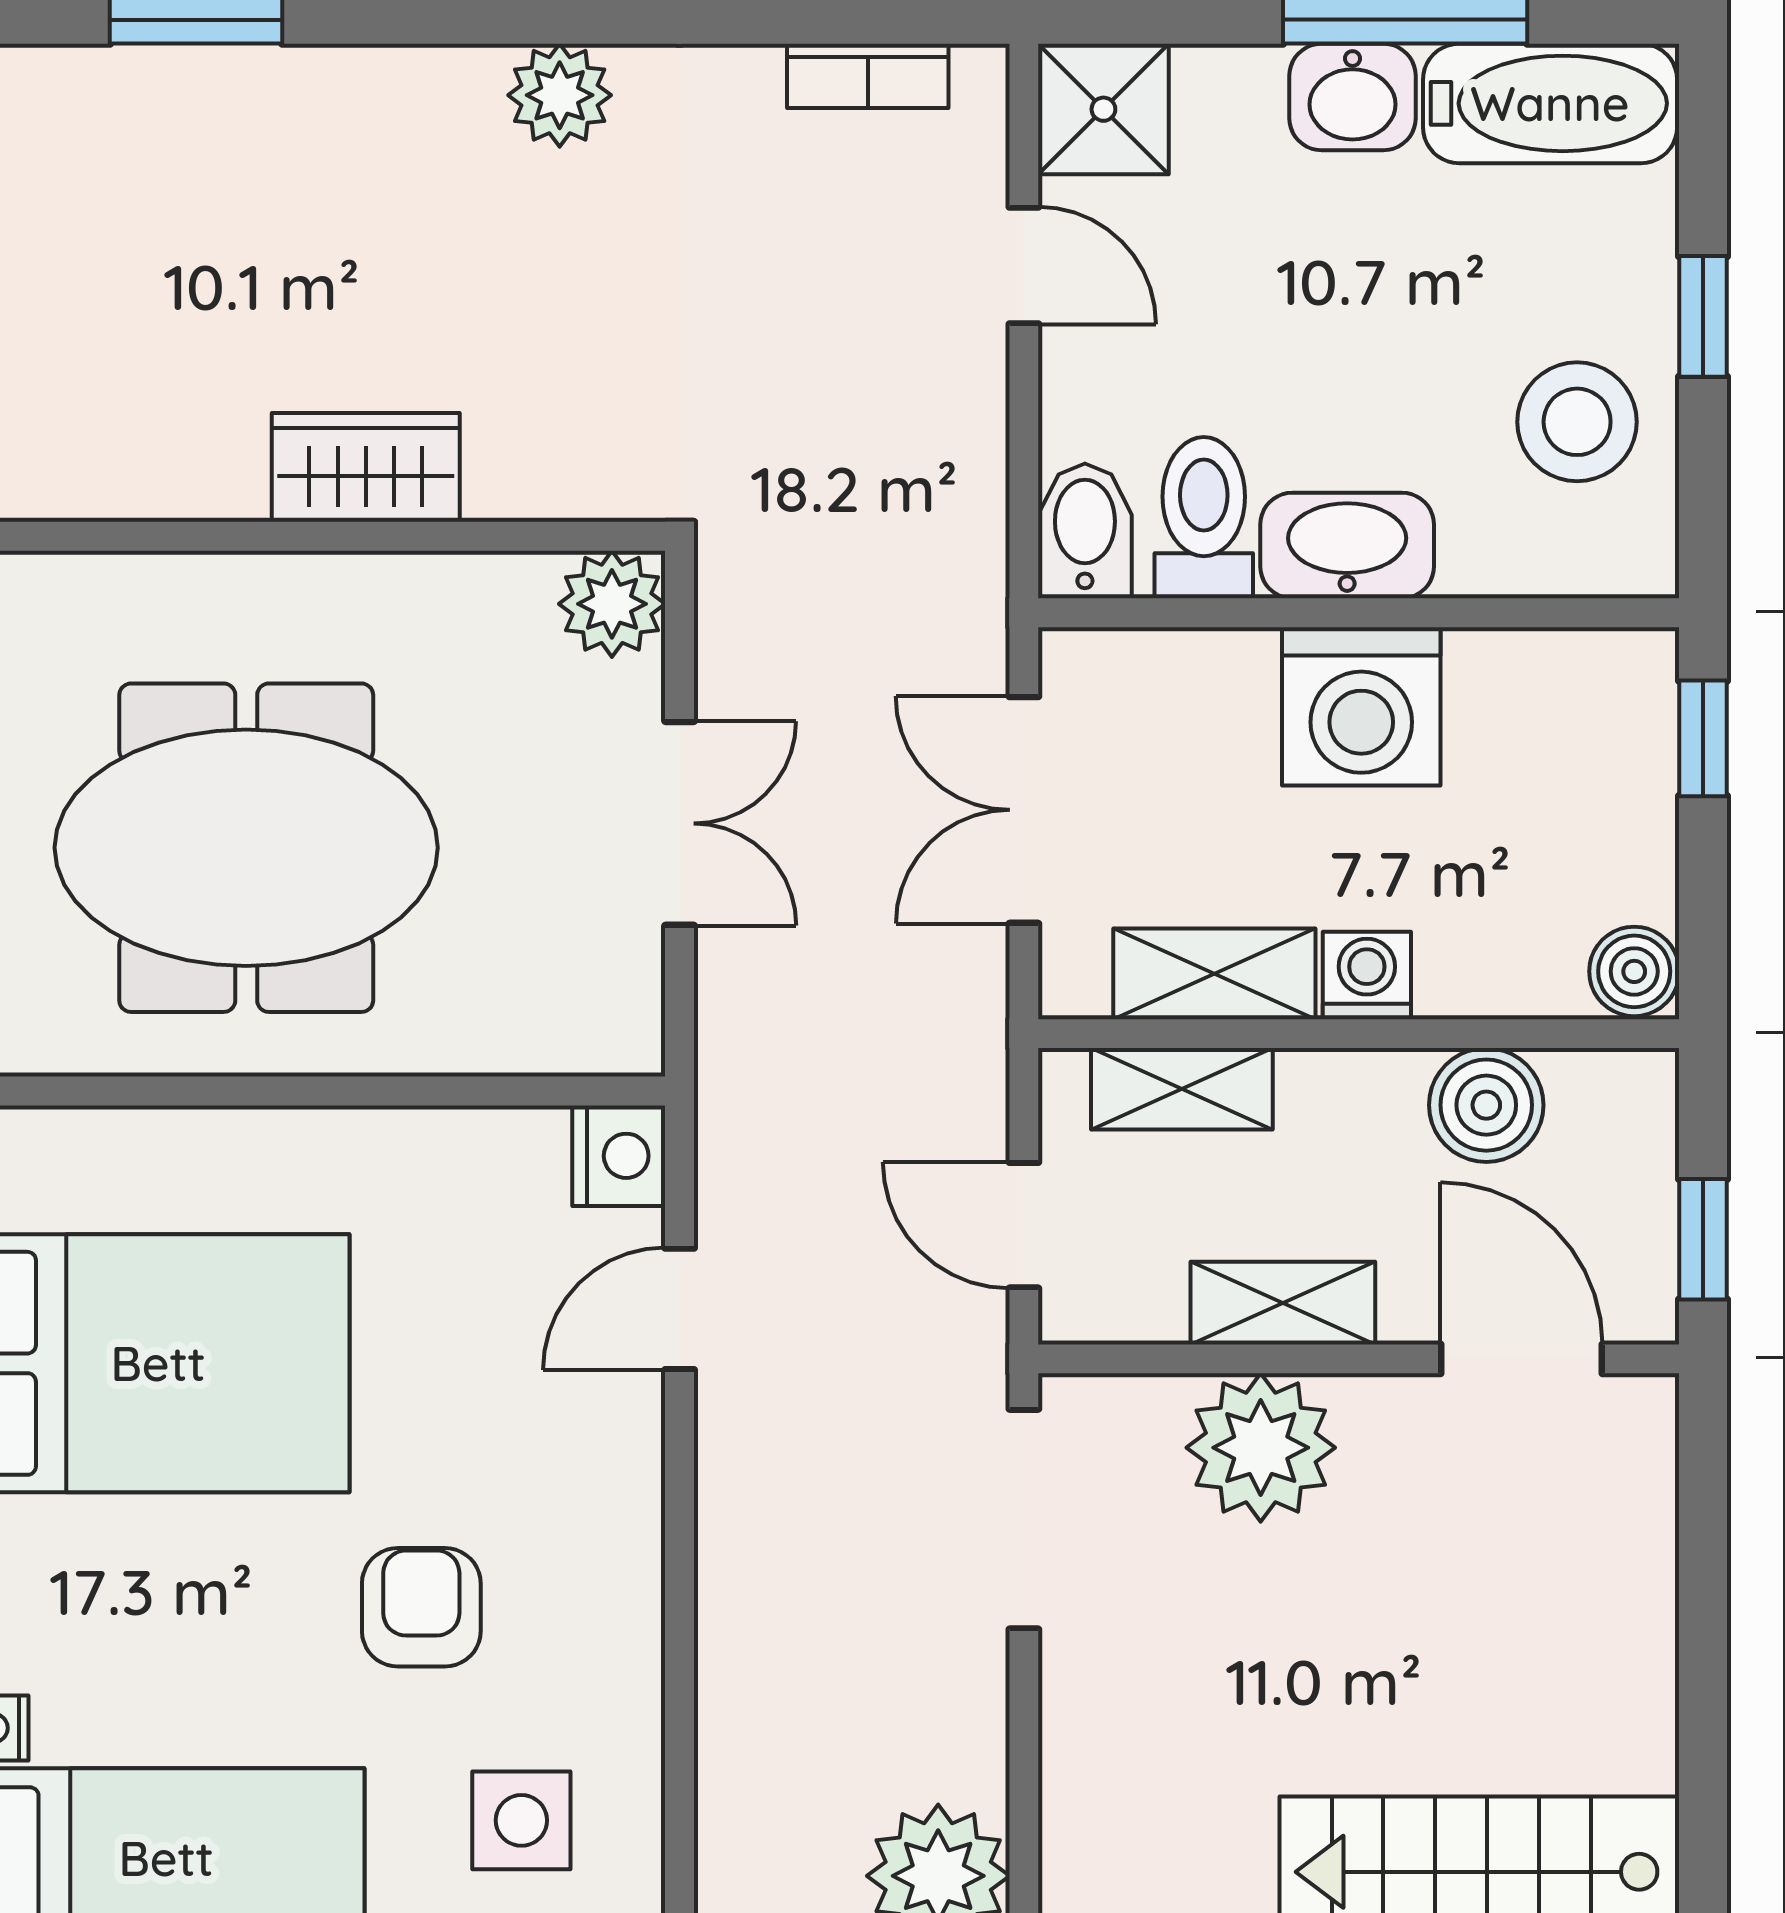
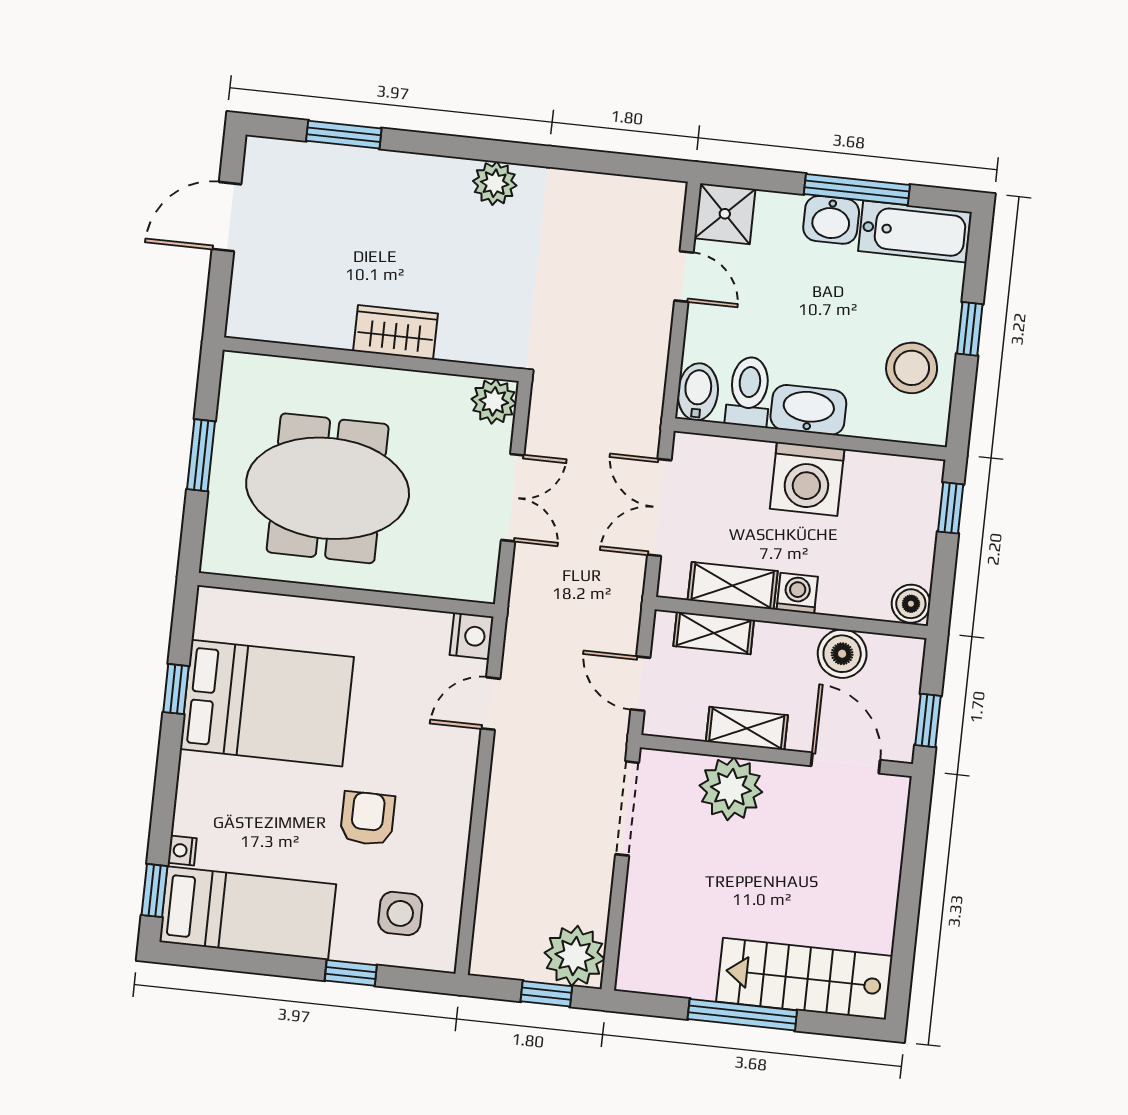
bookcase: (868, 76) -> (626, 189), removed

